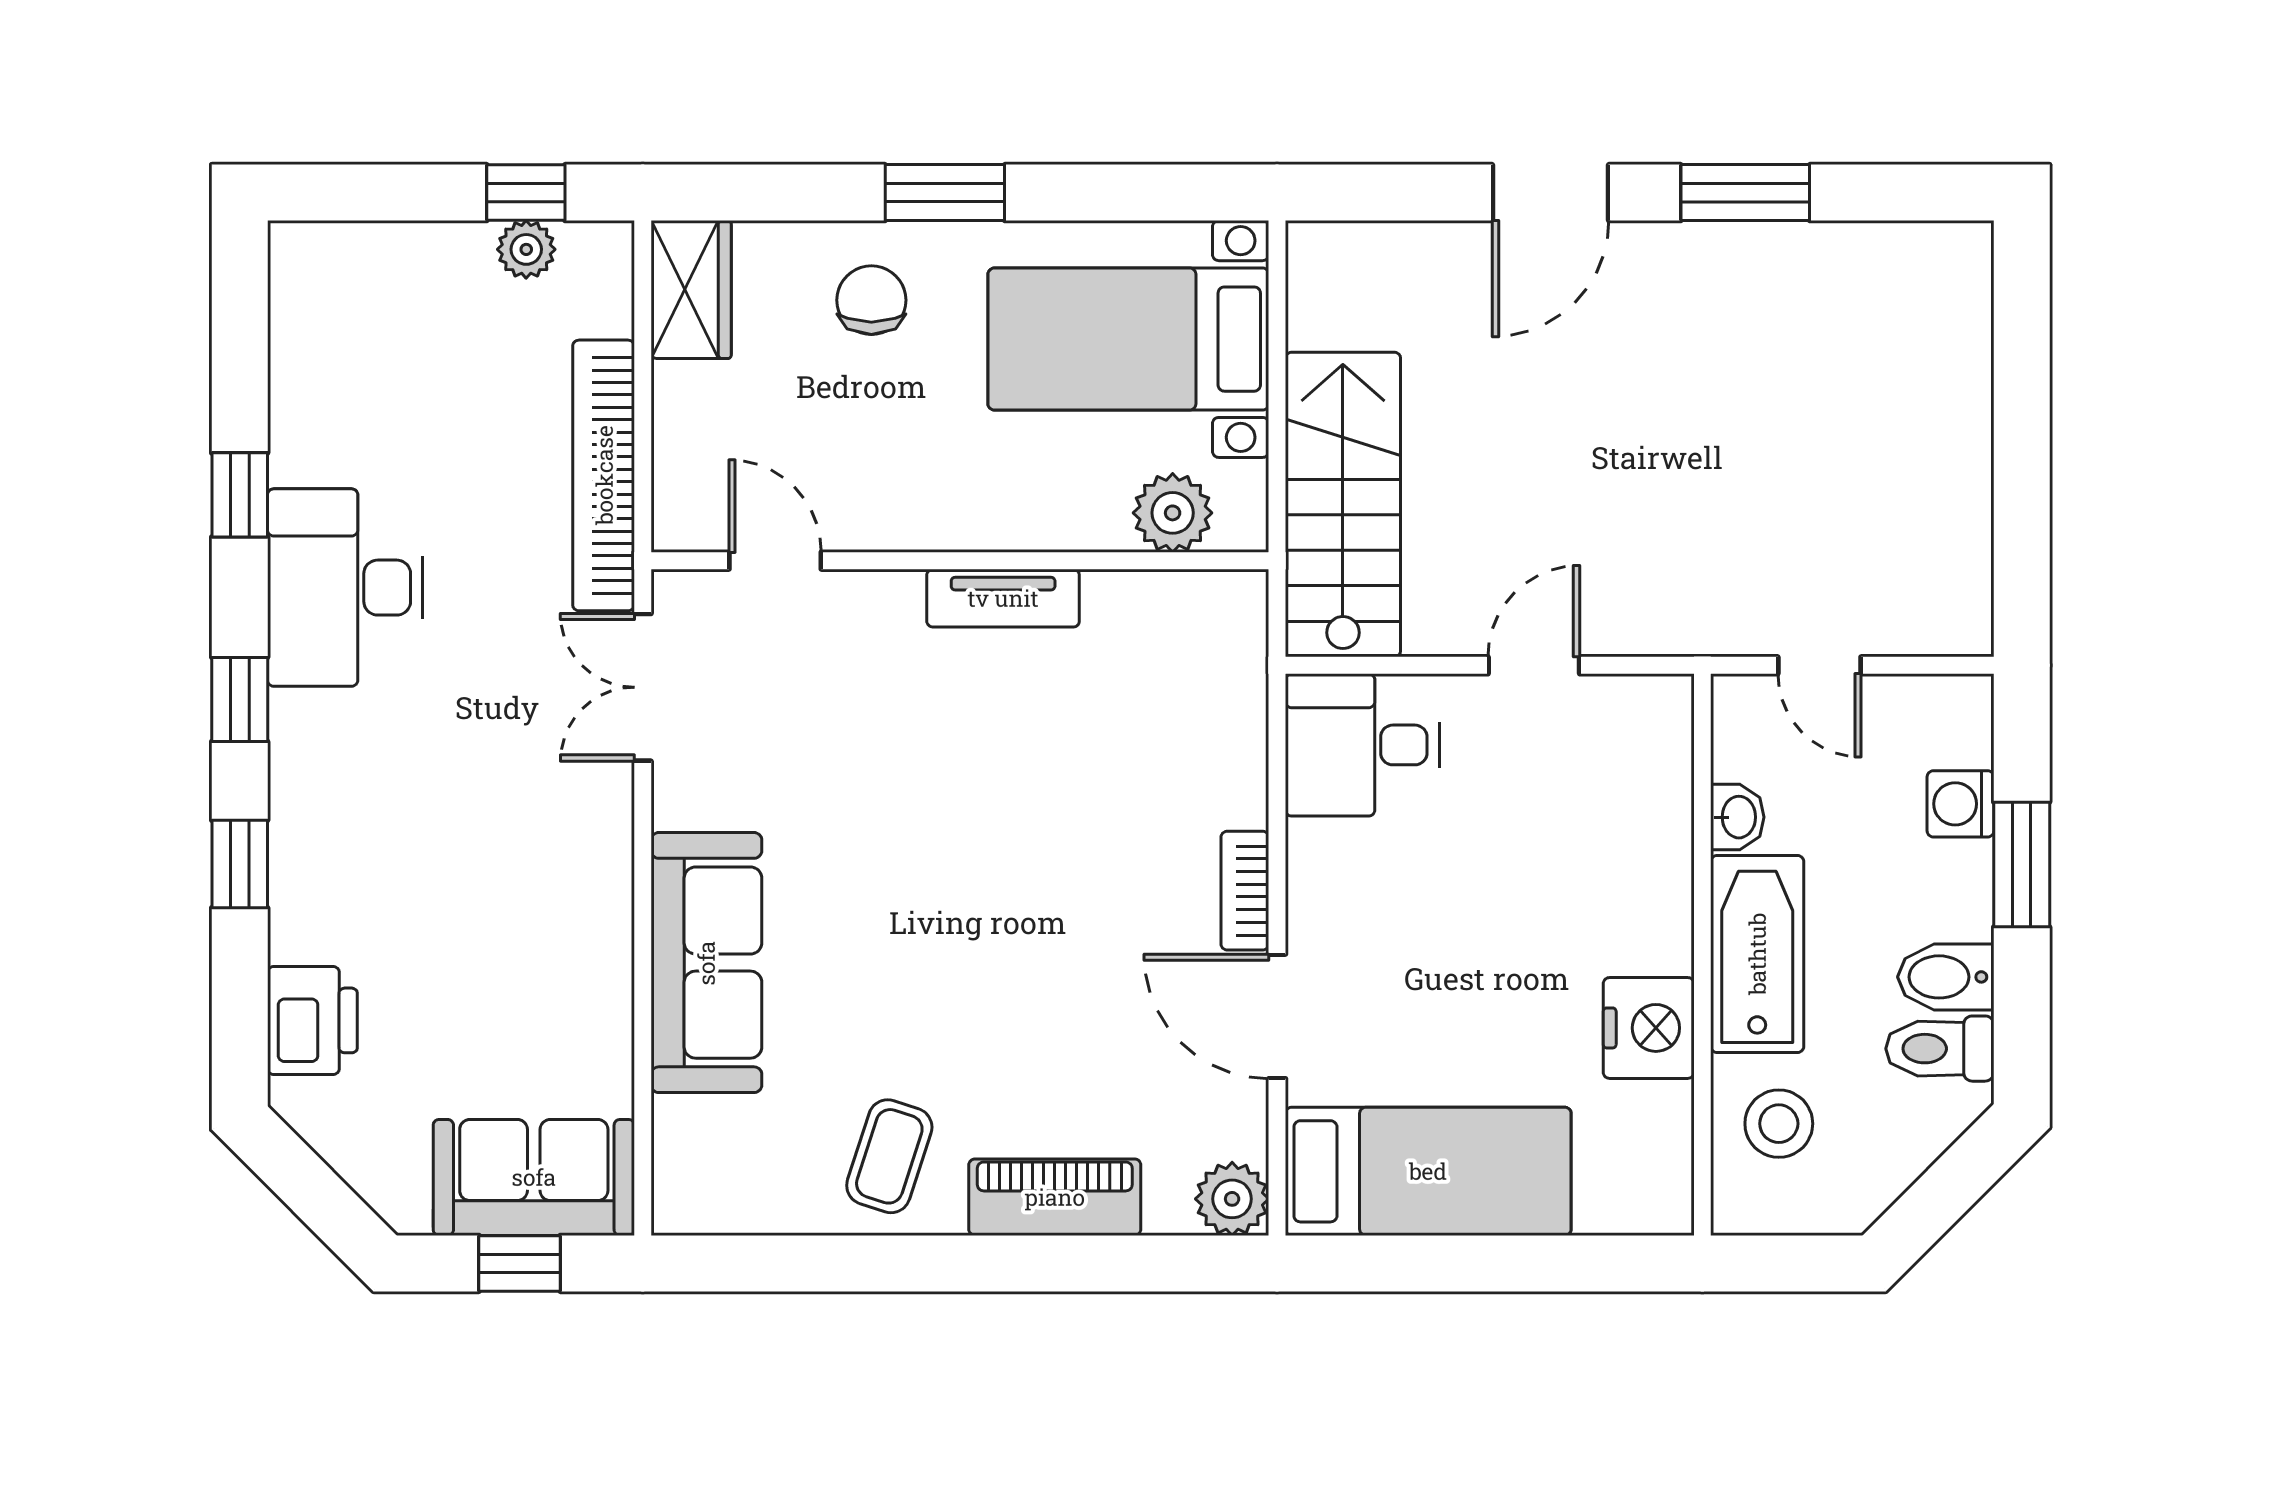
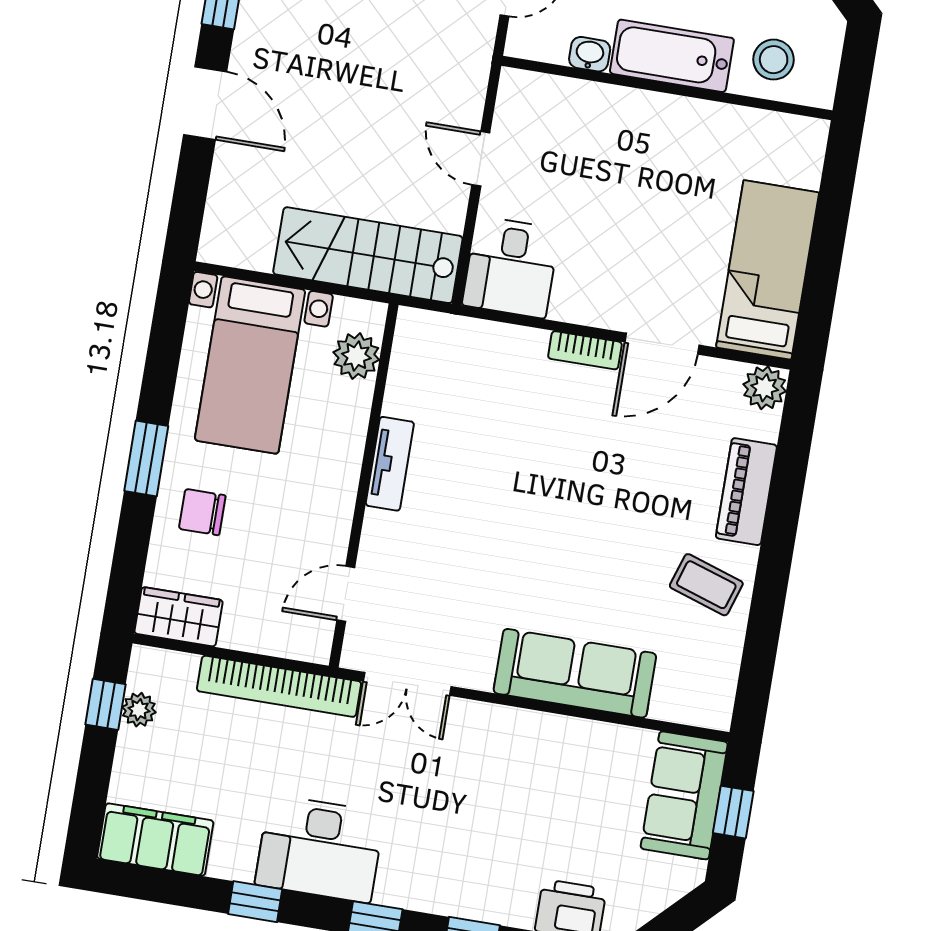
filing cabinet: (315, 312) -> (155, 840), added
nightstand: (1649, 1028) -> (705, 127), removed

